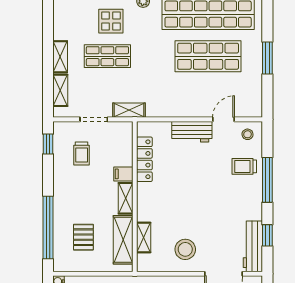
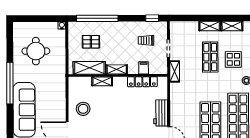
shelving: (60, 90) -> (232, 26), moved
filing cabinet: (123, 174) -> (144, 68), moved
shelving: (144, 238) -> (102, 81), moved

